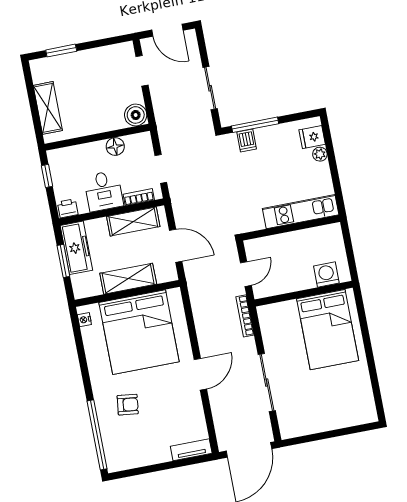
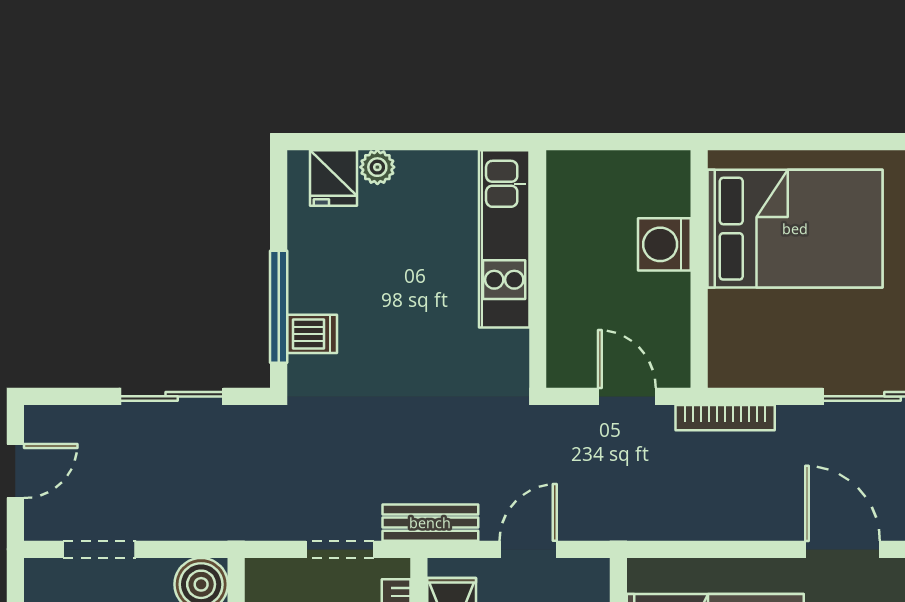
door: (167, 30) -> (15, 471), width x0.73
bench: (179, 204) -> (430, 523), added
door: (176, 246) -> (528, 549), width x0.73
washing machine: (326, 274) -> (664, 244), moved

